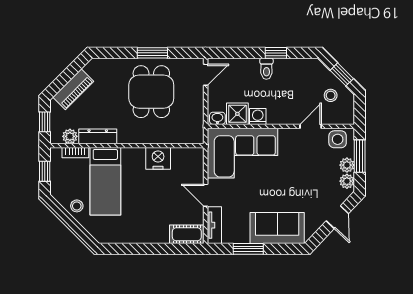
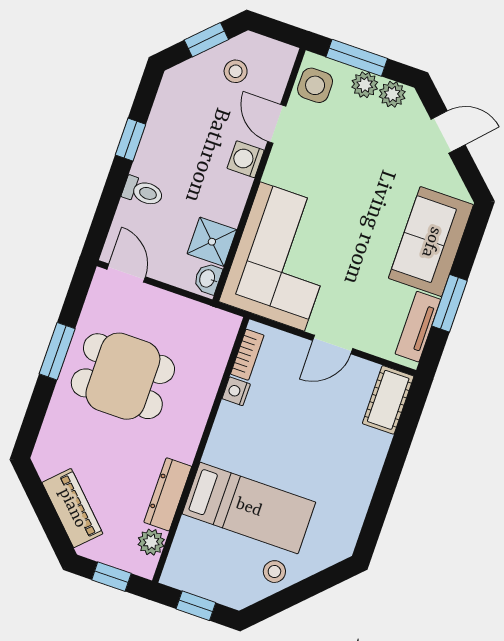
toilet: (266, 69) -> (143, 192), moved
washing machine: (258, 116) -> (246, 159), moved
bookcase: (75, 153) -> (247, 355), moved
nightstand: (158, 158) -> (236, 391), width x0.53, depth x0.56
tv unit: (214, 225) -> (418, 327), moved, turned -90

